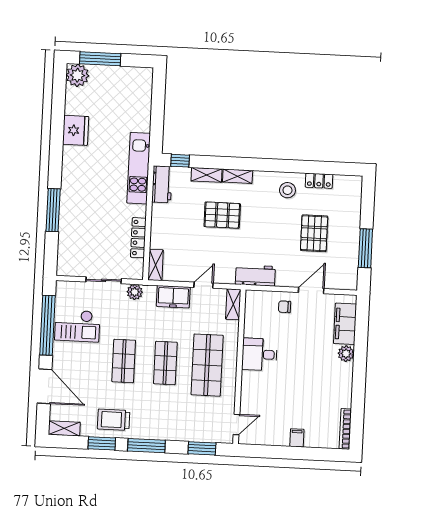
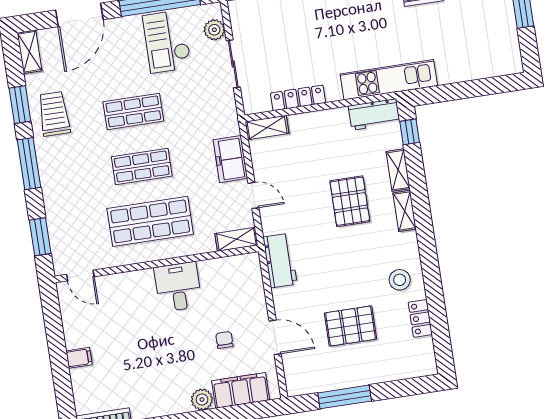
plant: (135, 292) -> (214, 30), moved
chair: (285, 307) -> (224, 340), moved

